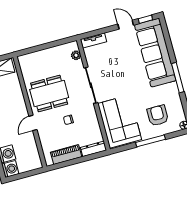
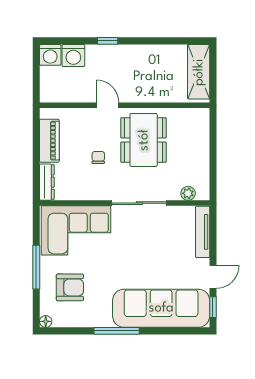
tv unit: (94, 40) -> (203, 232), width x1.41

